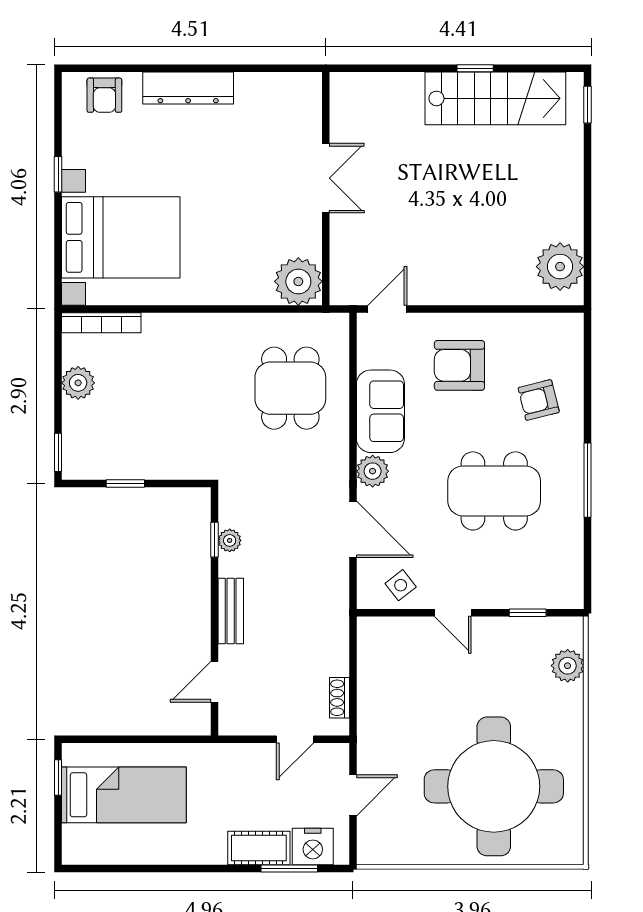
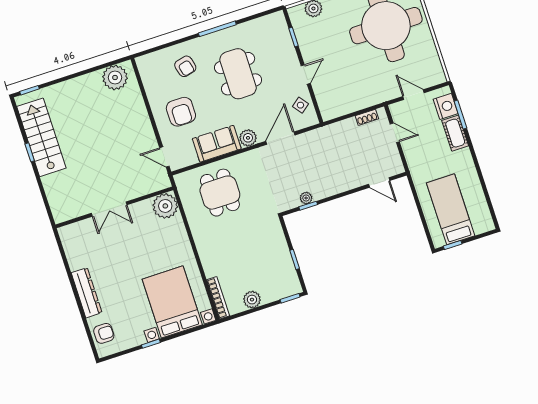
double door: (326, 178) -> (109, 209), swing flipped
dining table: (290, 388) -> (220, 193), turned 90
bench: (231, 611) -> (341, 186), removed

